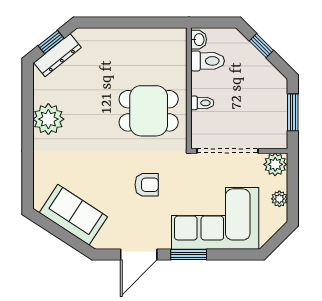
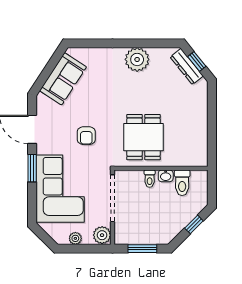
washbasin: (199, 40) -> (166, 176), moved

